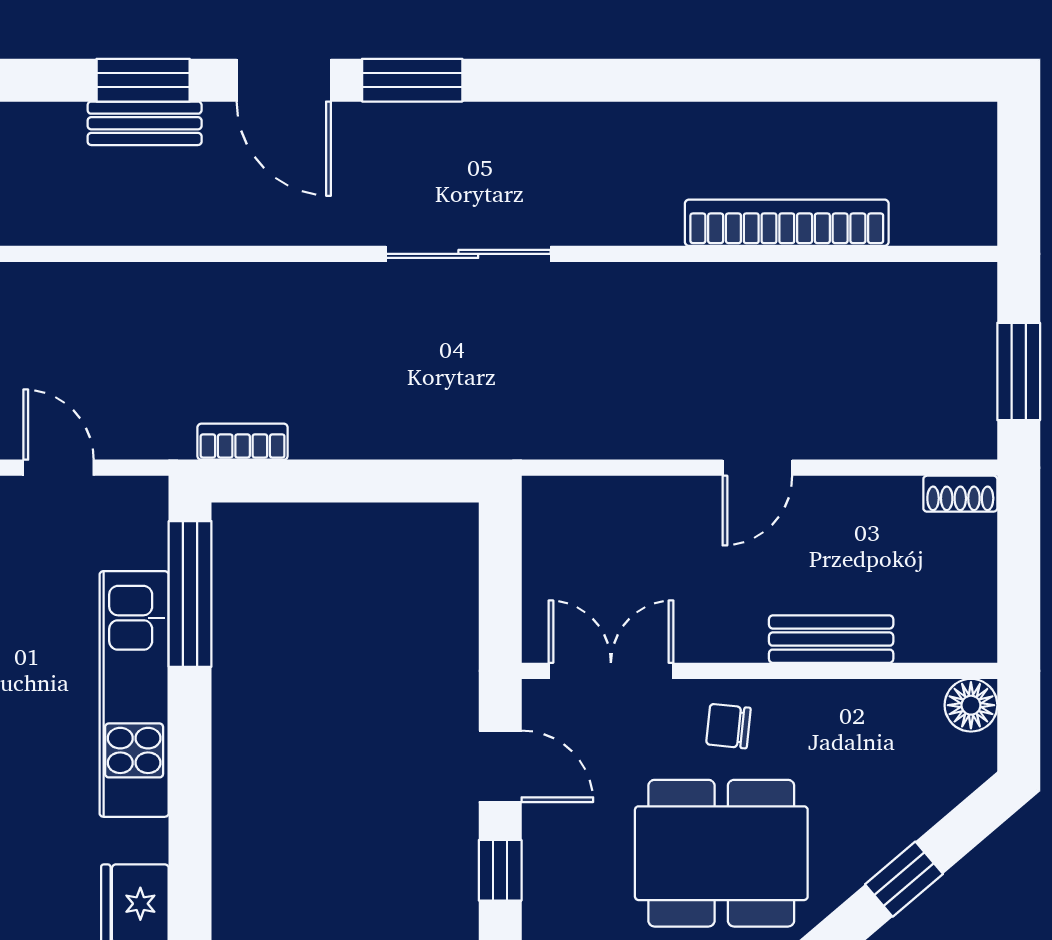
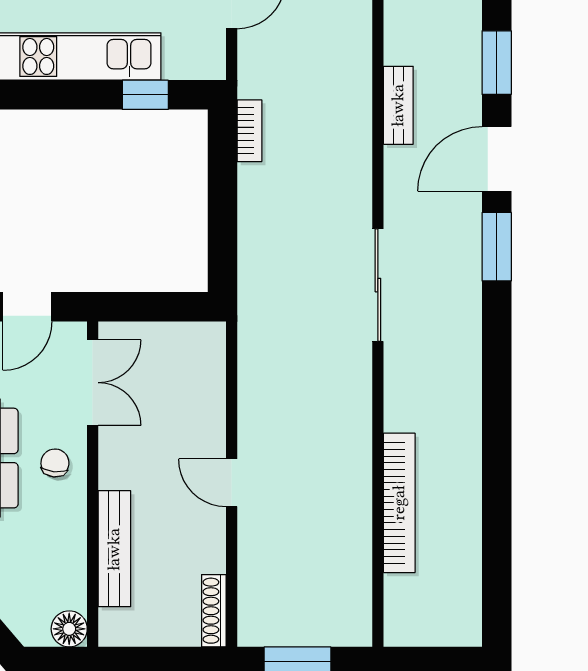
bench: (145, 123) -> (398, 105), moved
shoe rack: (960, 494) -> (214, 611), width x1.43
window: (190, 594) -> (145, 95), width x0.46
bench: (831, 639) -> (114, 549), width x1.36

